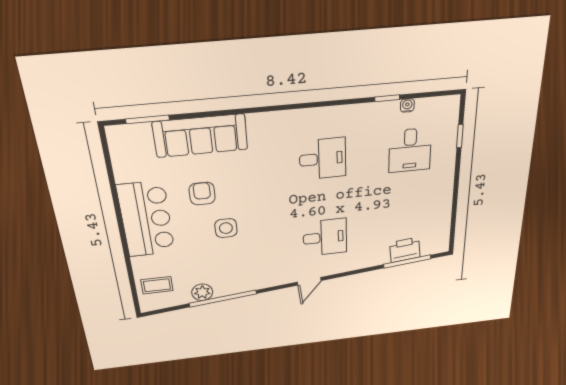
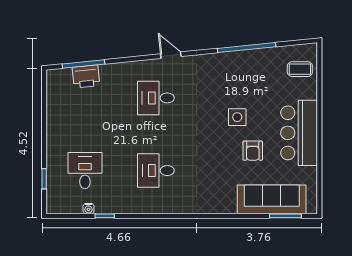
sofa: (201, 136) -> (272, 199), moved
door: (309, 281) -> (171, 55), hinge flipped
plant: (202, 292) -> (263, 57), removed

